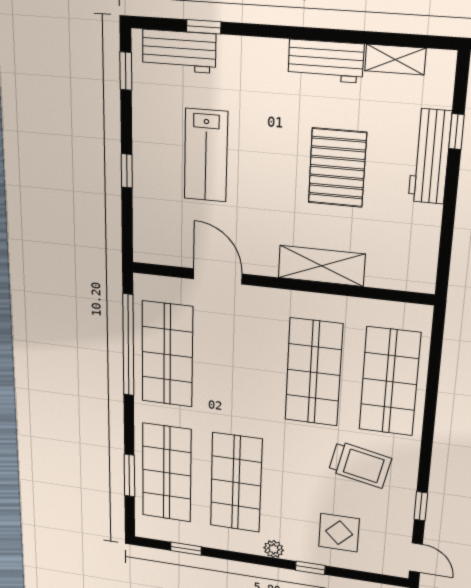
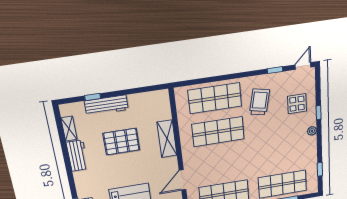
shop shelf: (236, 483) -> (281, 154), removed

